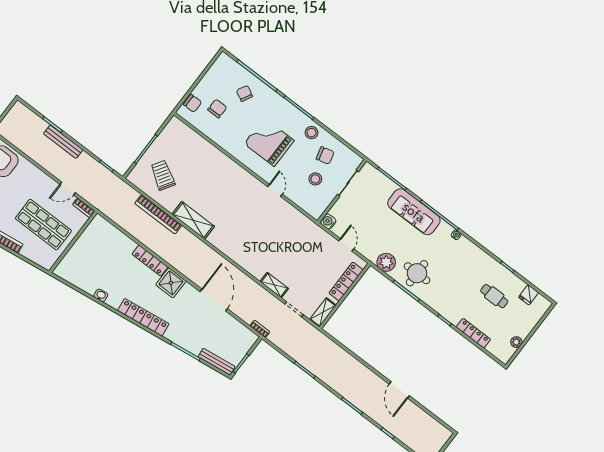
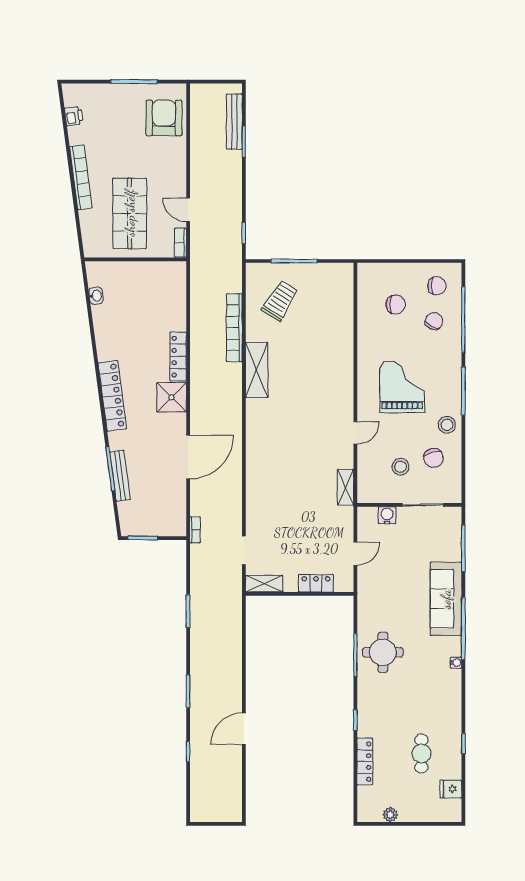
chair: (193, 103) -> (437, 286), moved, turned -90
bench: (63, 142) -> (234, 122), moved
water cooler: (328, 221) -> (387, 515), moved
plant: (386, 262) -> (369, 610), removed
locker: (346, 282) -> (316, 583), width x0.66
shelving: (274, 285) -> (345, 487), moved
washbasin: (101, 295) -> (96, 296), moved
bench: (217, 362) -> (120, 476), moved

